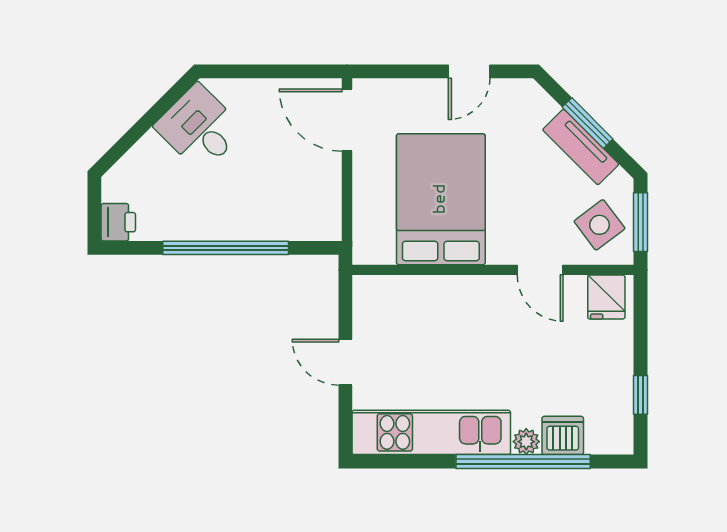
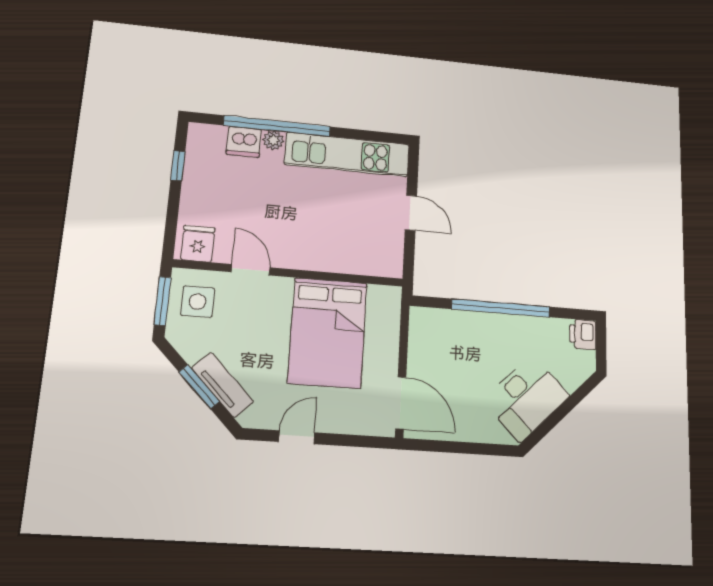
desk: (199, 128) -> (526, 398), width x1.37
tv unit: (581, 147) -> (222, 385), moved
side table: (599, 225) -> (198, 302), turned 37

